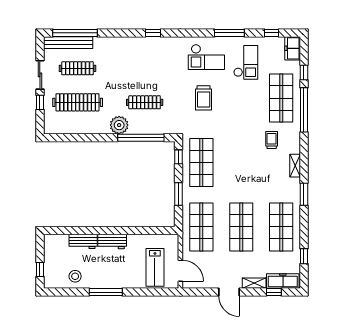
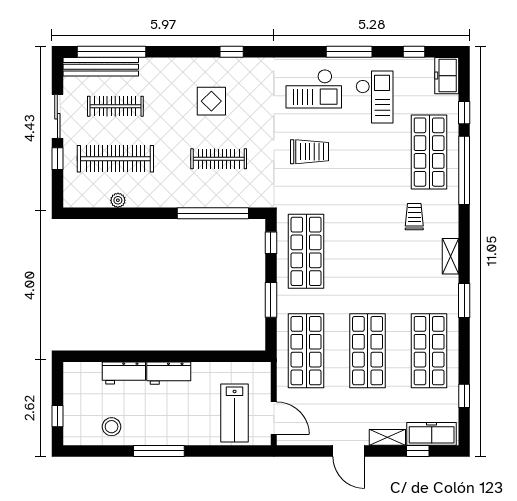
display table: (140, 65) -> (211, 101), added
trolley: (204, 98) -> (310, 152), turned -90
plant: (119, 125) -> (118, 200), moved, width x0.53, depth x0.53

